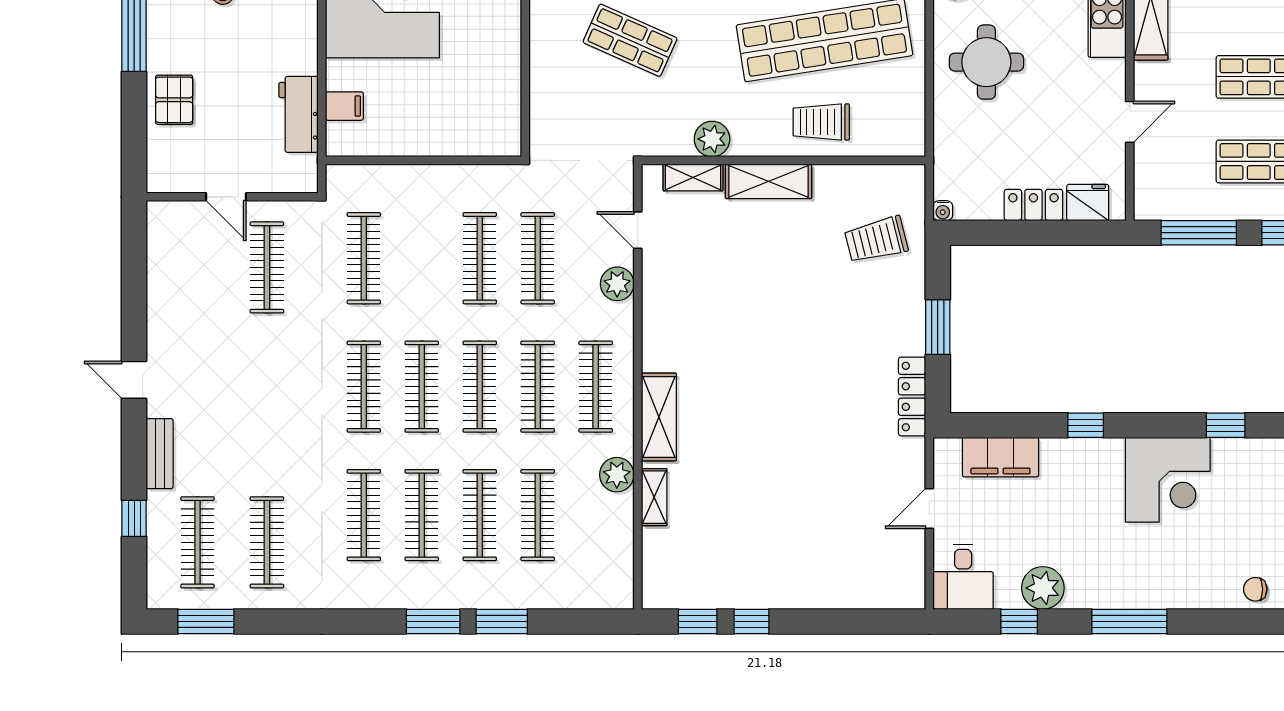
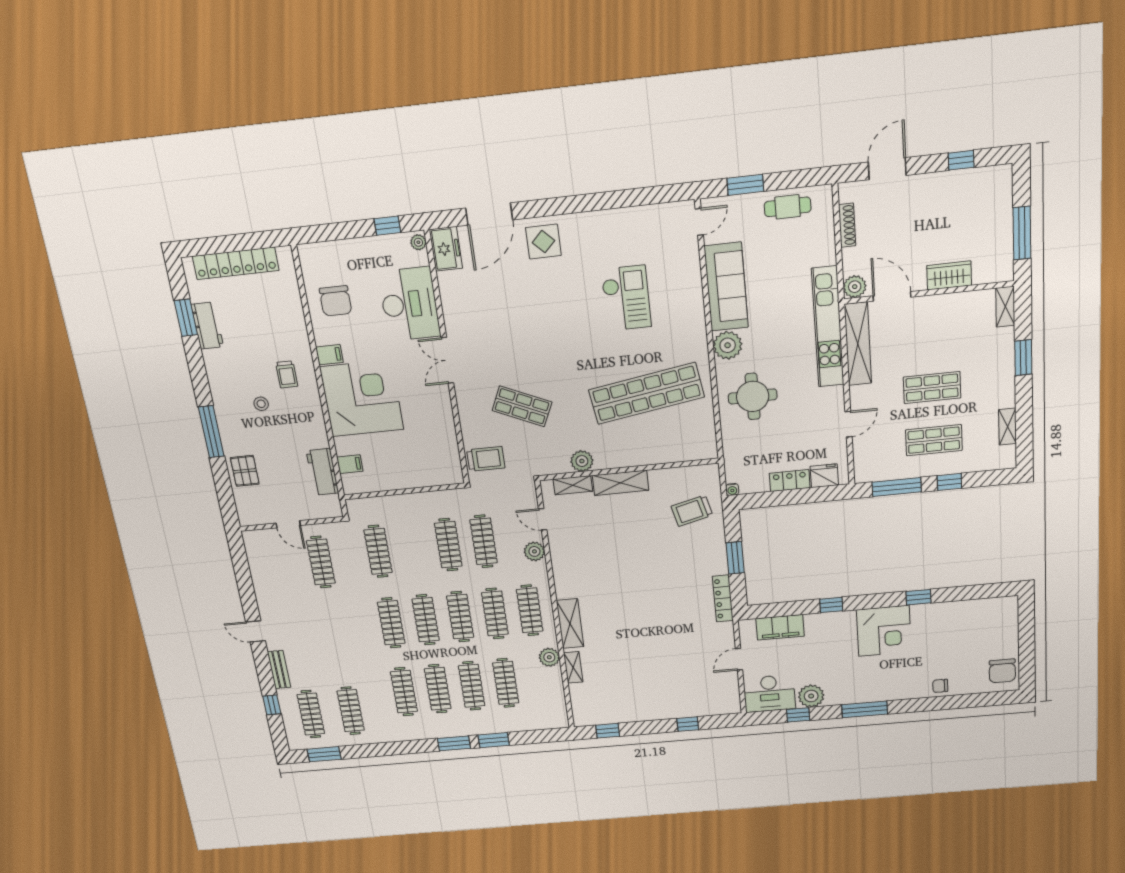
trolley: (821, 122) -> (486, 459), moved, turned 180
desk: (963, 577) -> (769, 694), width x1.37
window: (751, 621) -> (688, 724), moved

